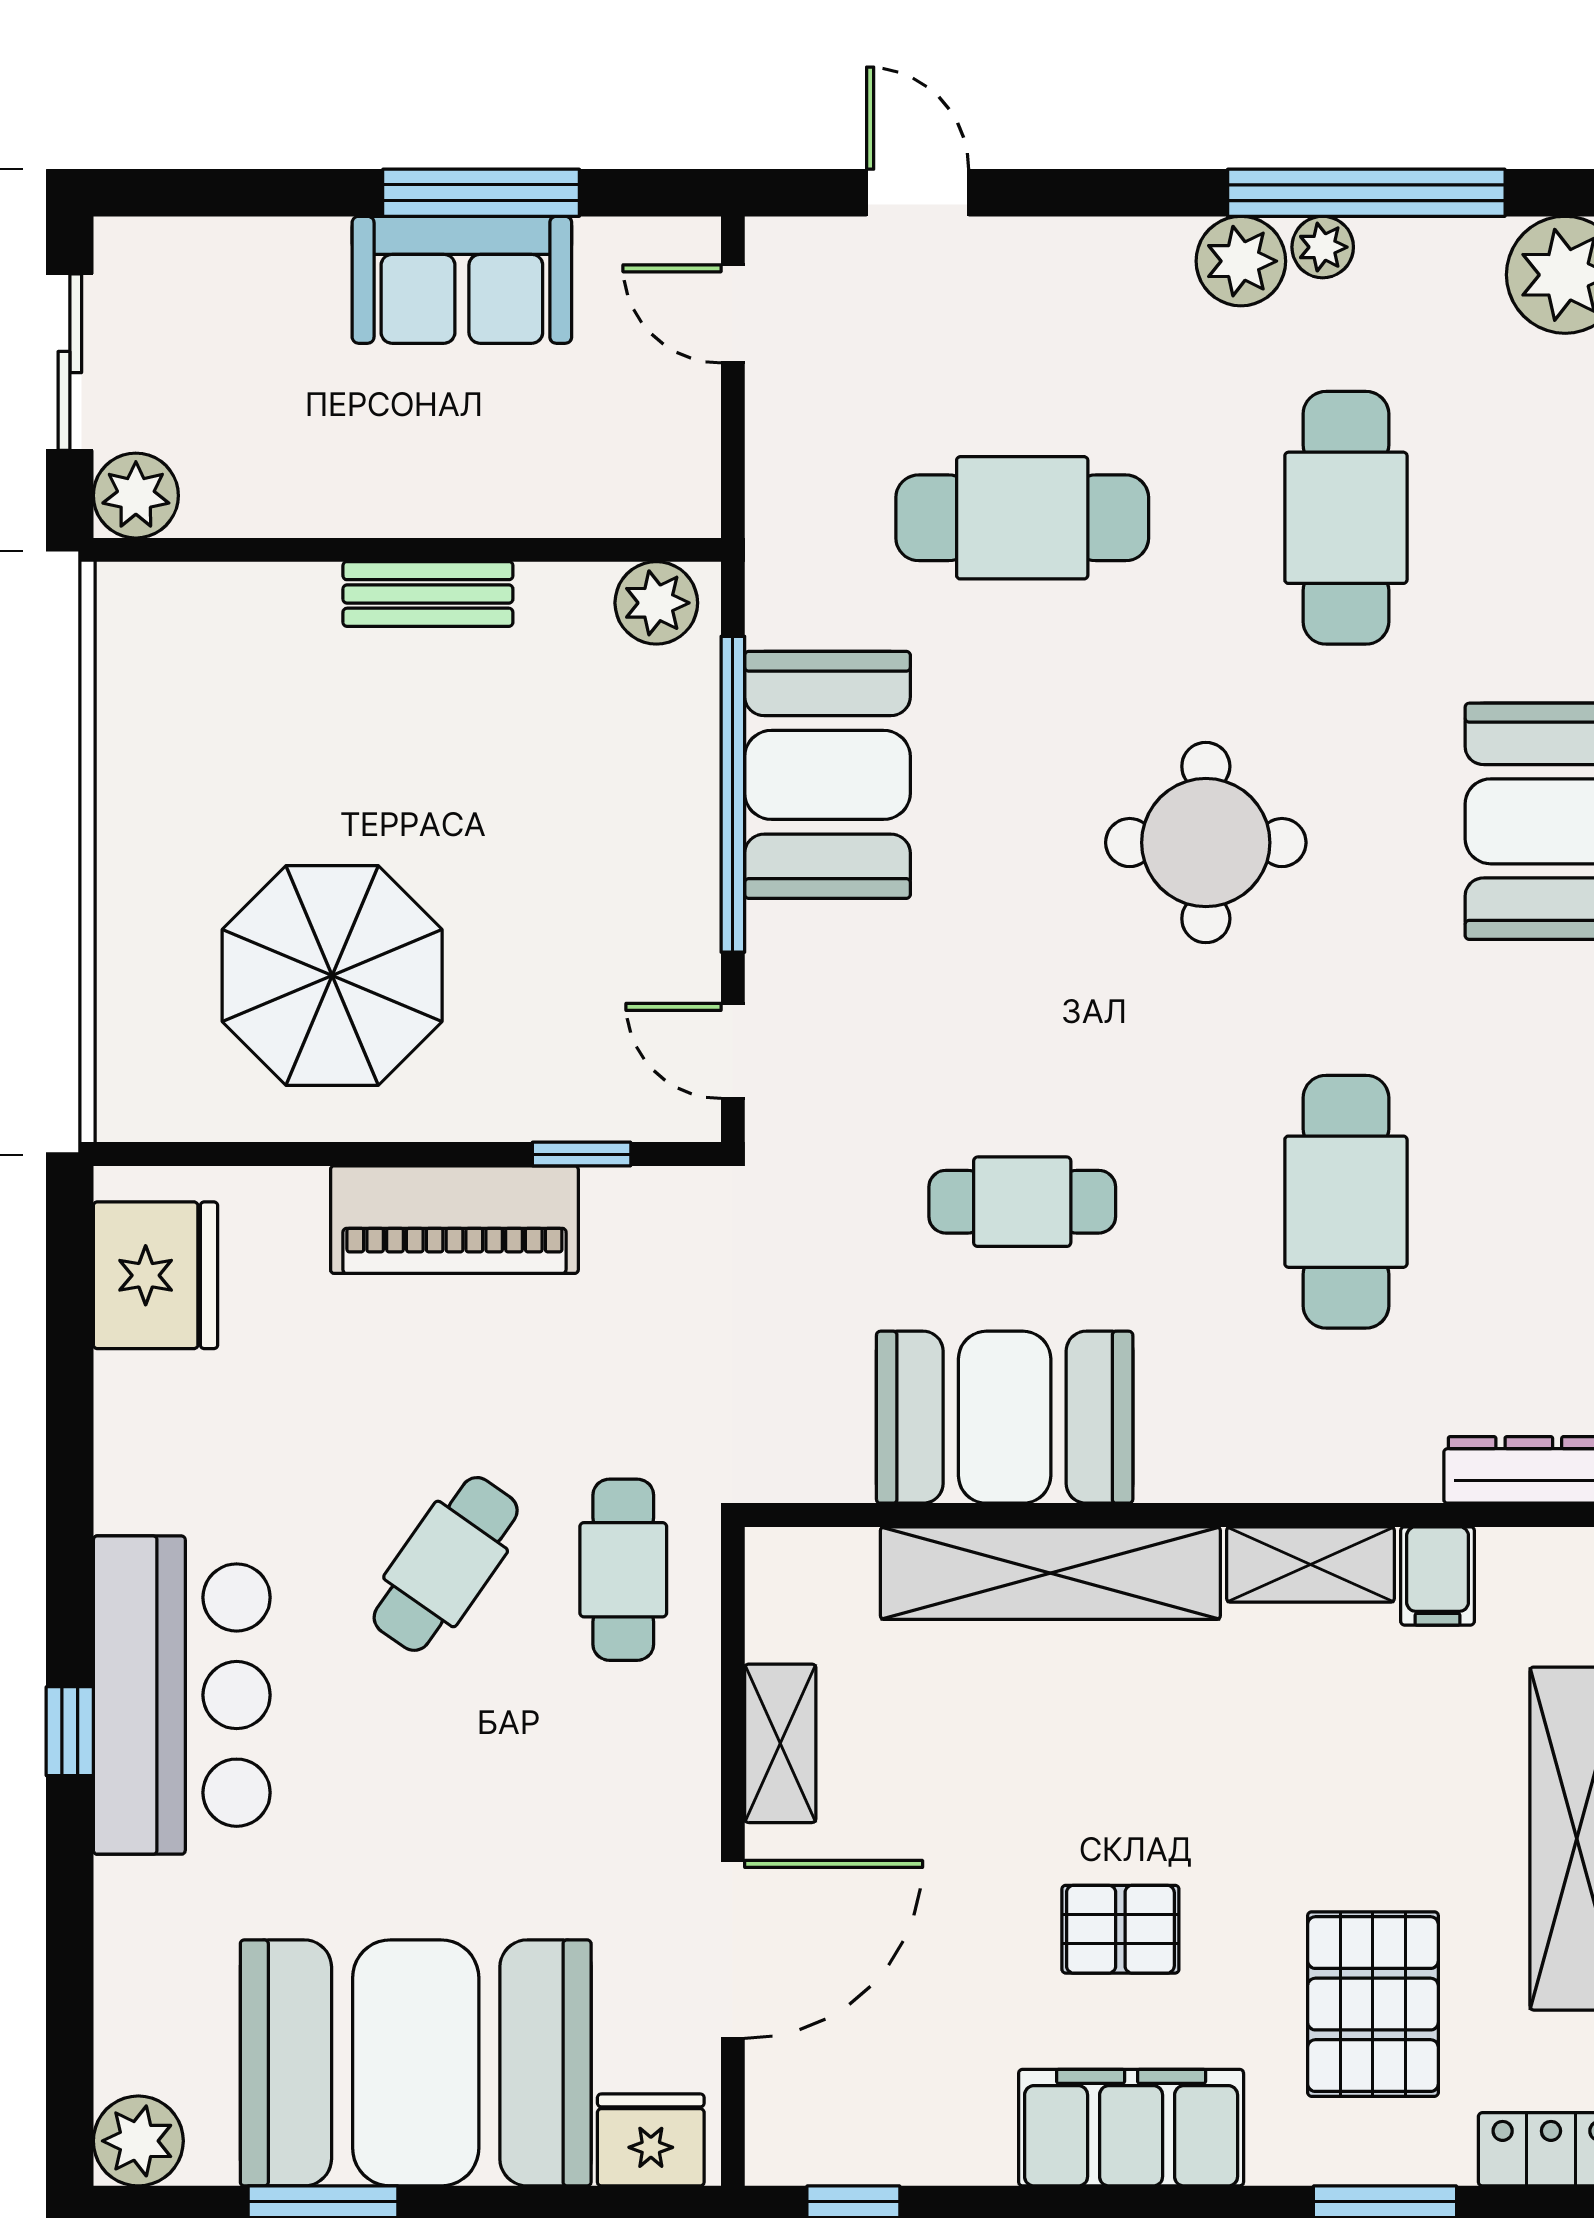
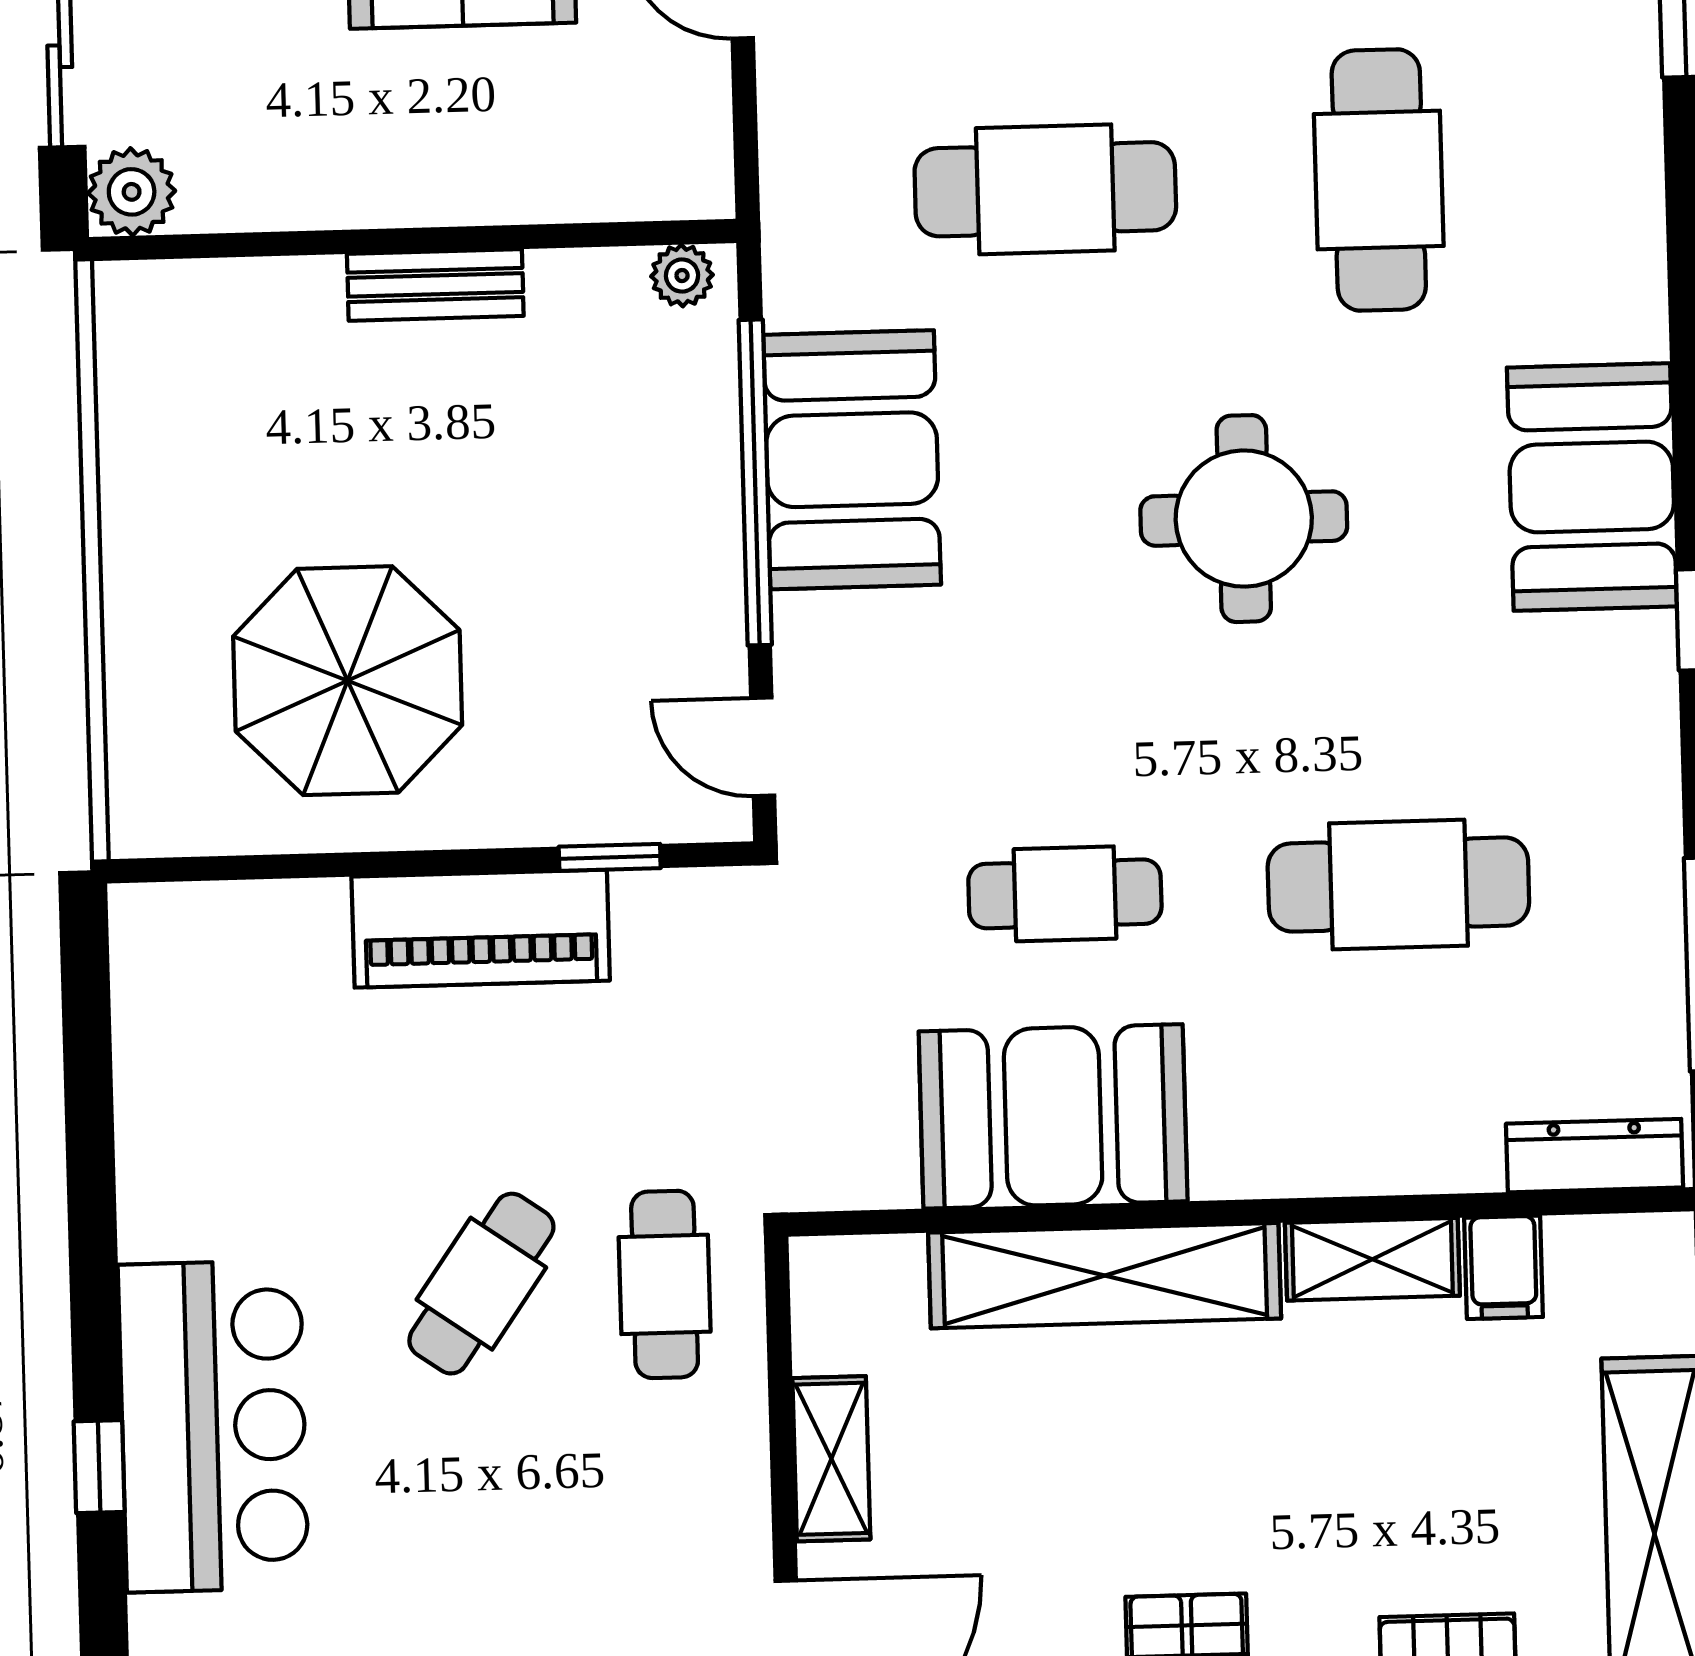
plant: (656, 603) -> (682, 276), width x0.73, depth x0.73
cafe table: (1346, 1202) -> (1398, 885), turned 90
fridge: (156, 1275) -> (174, 995), removed

